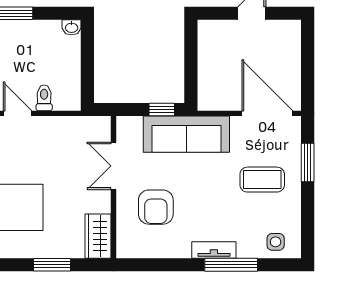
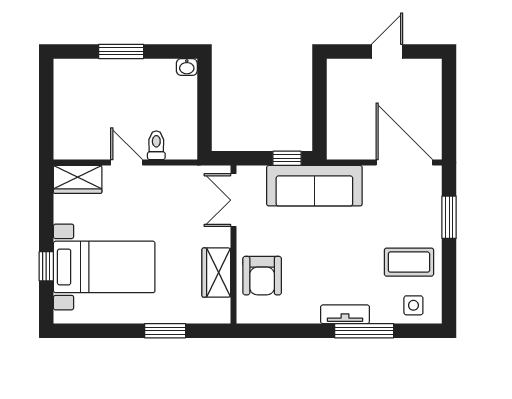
double door: (113, 166) -> (233, 200), moved
coffee table: (262, 180) -> (409, 262), moved
armchair: (156, 207) -> (262, 276), moved
wardrobe: (98, 236) -> (216, 273), moved

